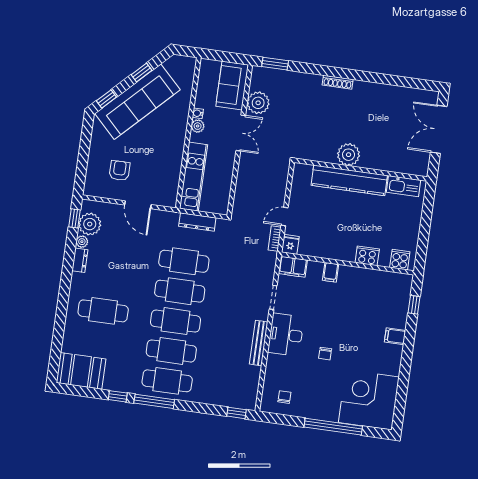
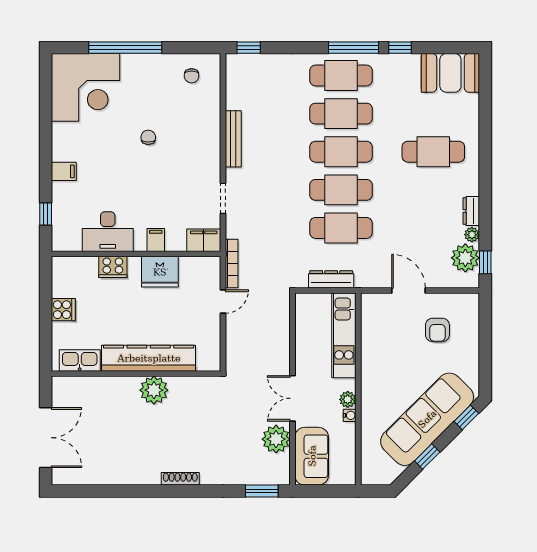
bookcase: (275, 239) -> (232, 263), width x1.56
fridge: (290, 244) -> (160, 272), moved, width x1.88, depth x1.34
cooker: (400, 260) -> (63, 310), moved, turned -90
desk: (286, 335) -> (108, 232), moved, turned 90

